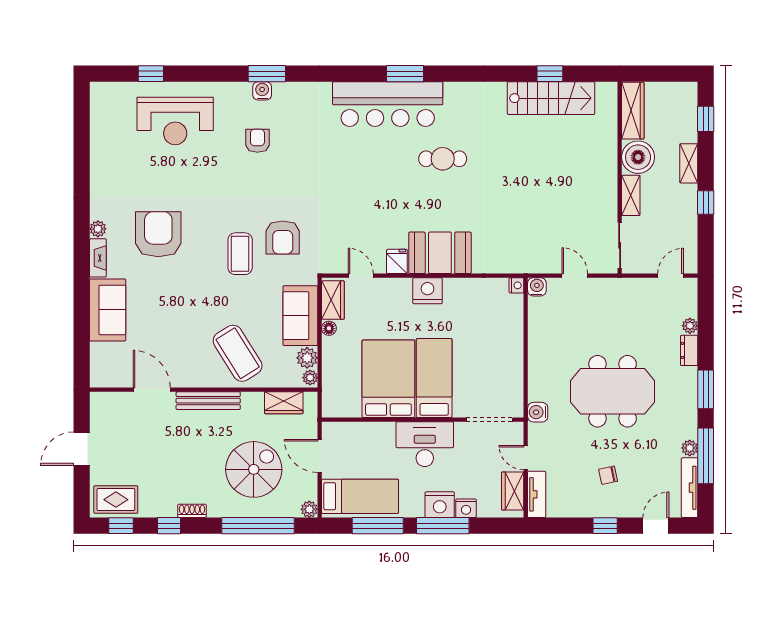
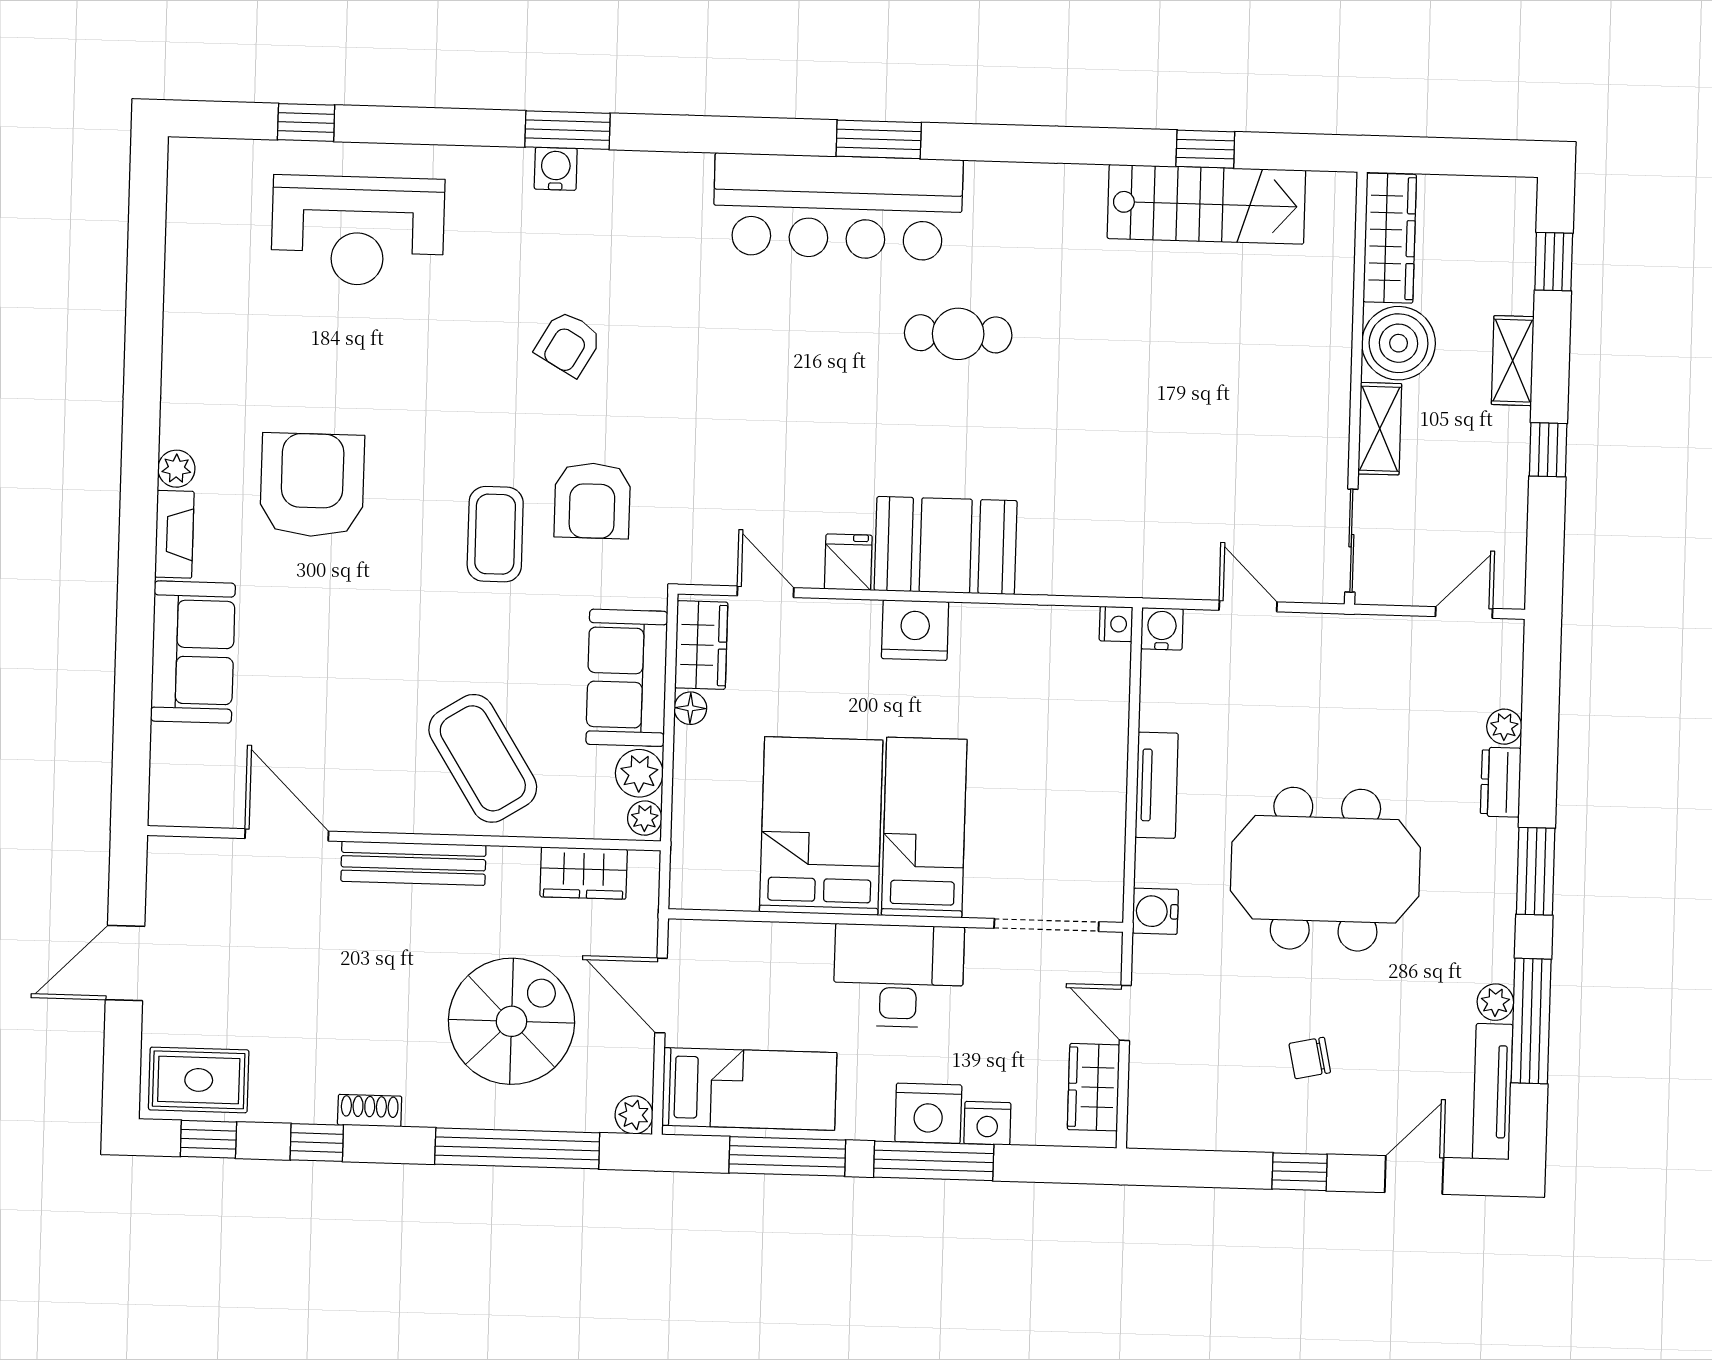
armchair: (257, 141) -> (568, 343), moved, turned -150
tv unit: (537, 494) -> (1157, 785), moved

